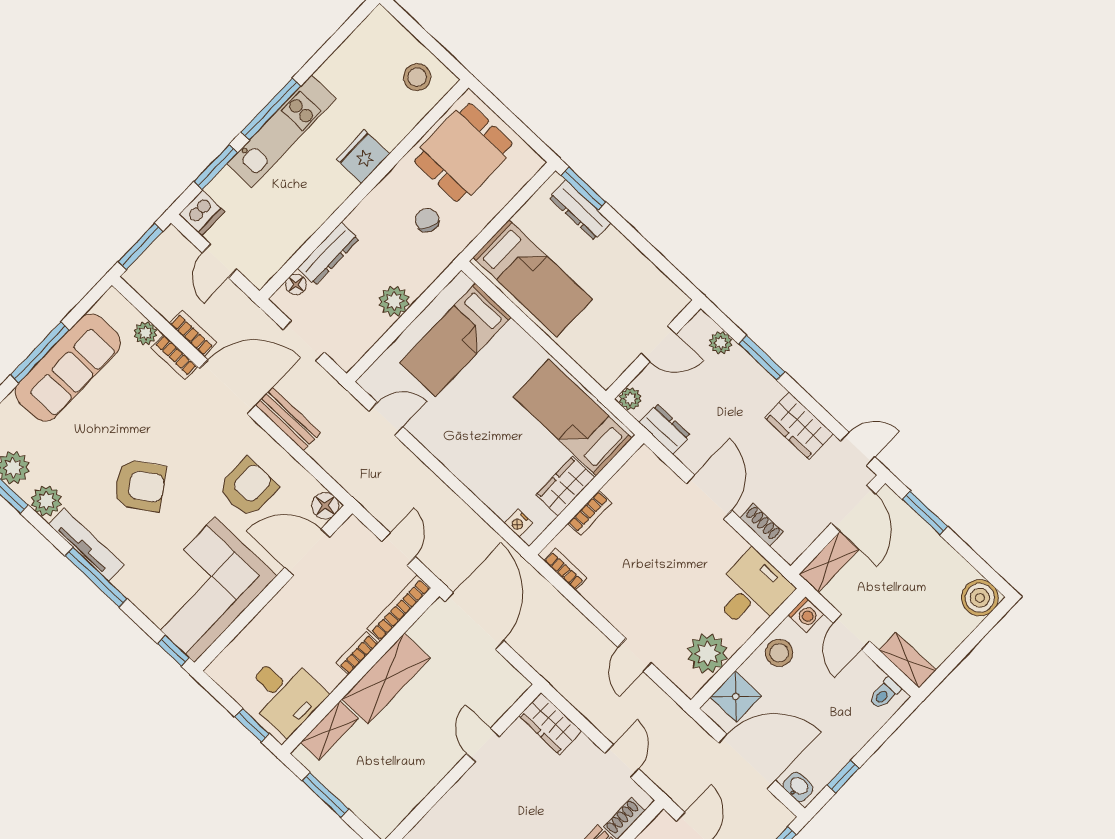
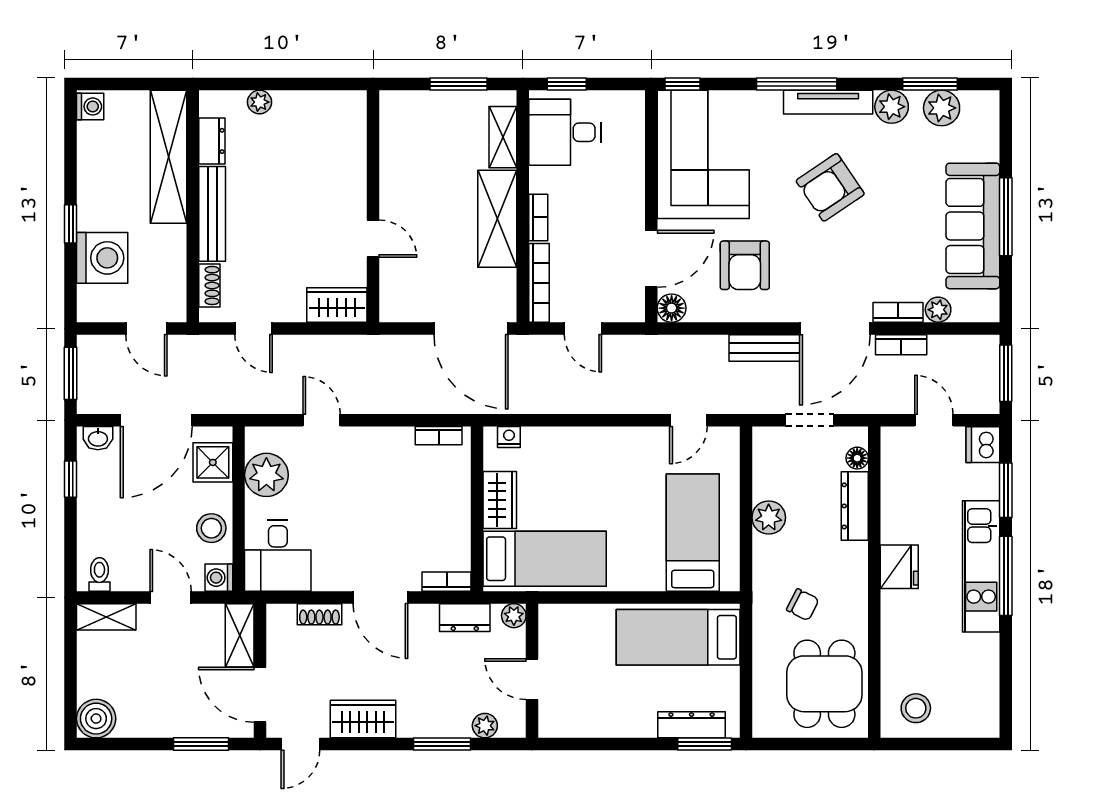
fridge: (363, 157) -> (899, 567), moved
door: (659, 344) -> (532, 679), hinge flipped
bookcase: (590, 513) -> (447, 582), moved, turned 90

